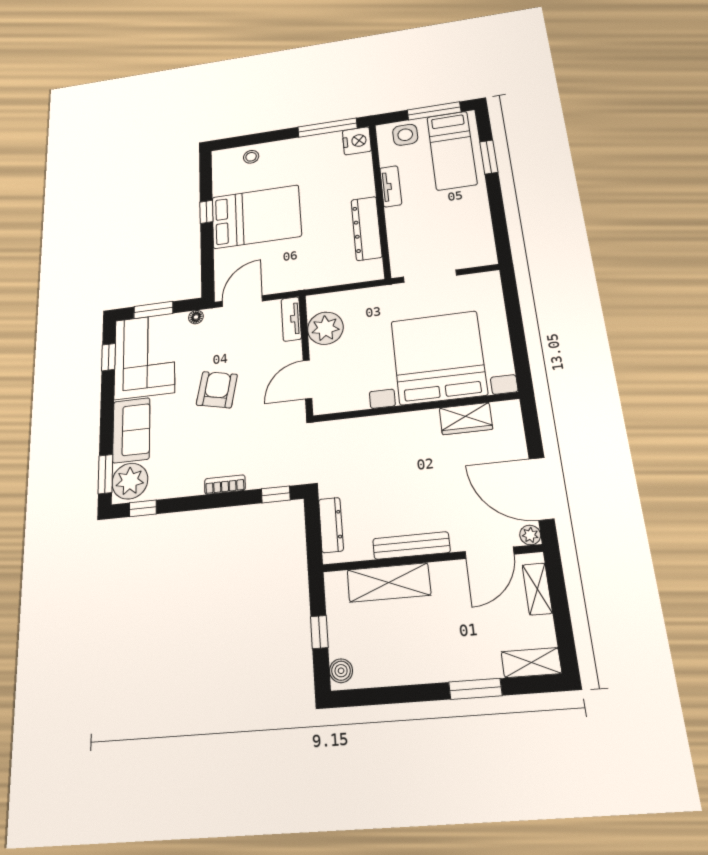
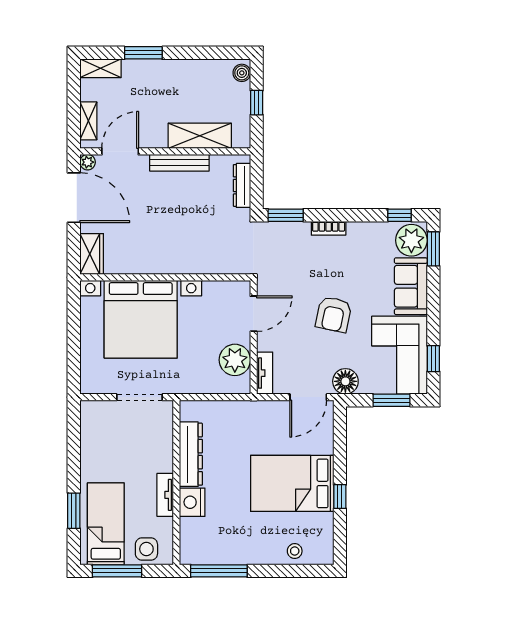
nightstand: (357, 141) -> (192, 502), moved
floor lamp: (196, 317) -> (345, 381), width x1.89, depth x1.89
wardrobe: (466, 419) -> (92, 254), moved, turned 90
window: (276, 494) -> (286, 215), width x1.50

